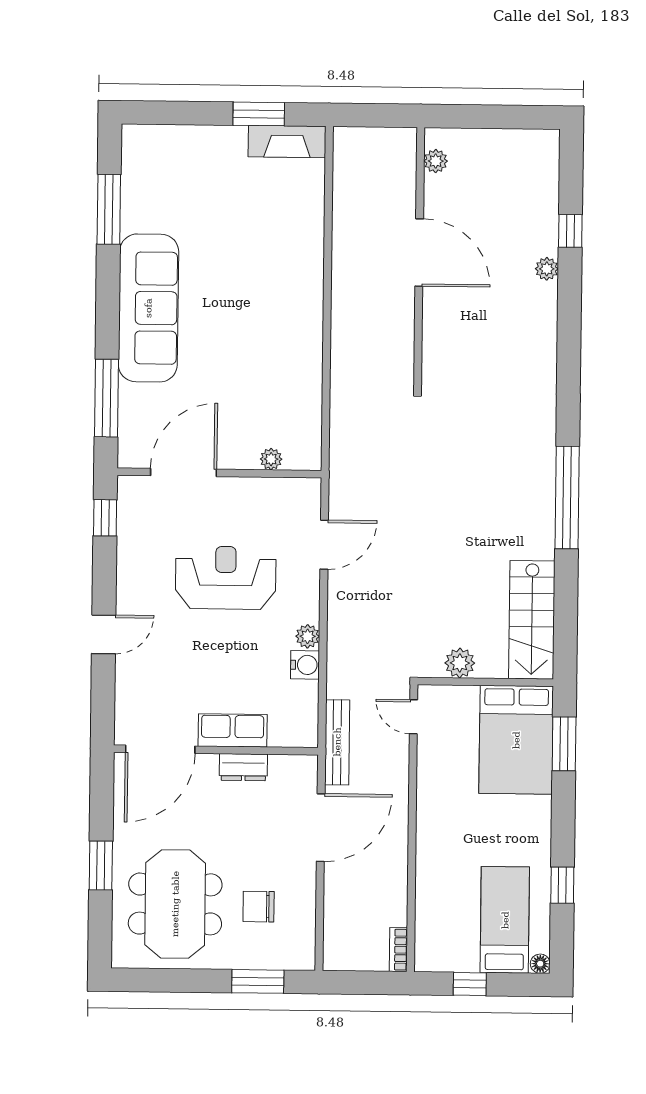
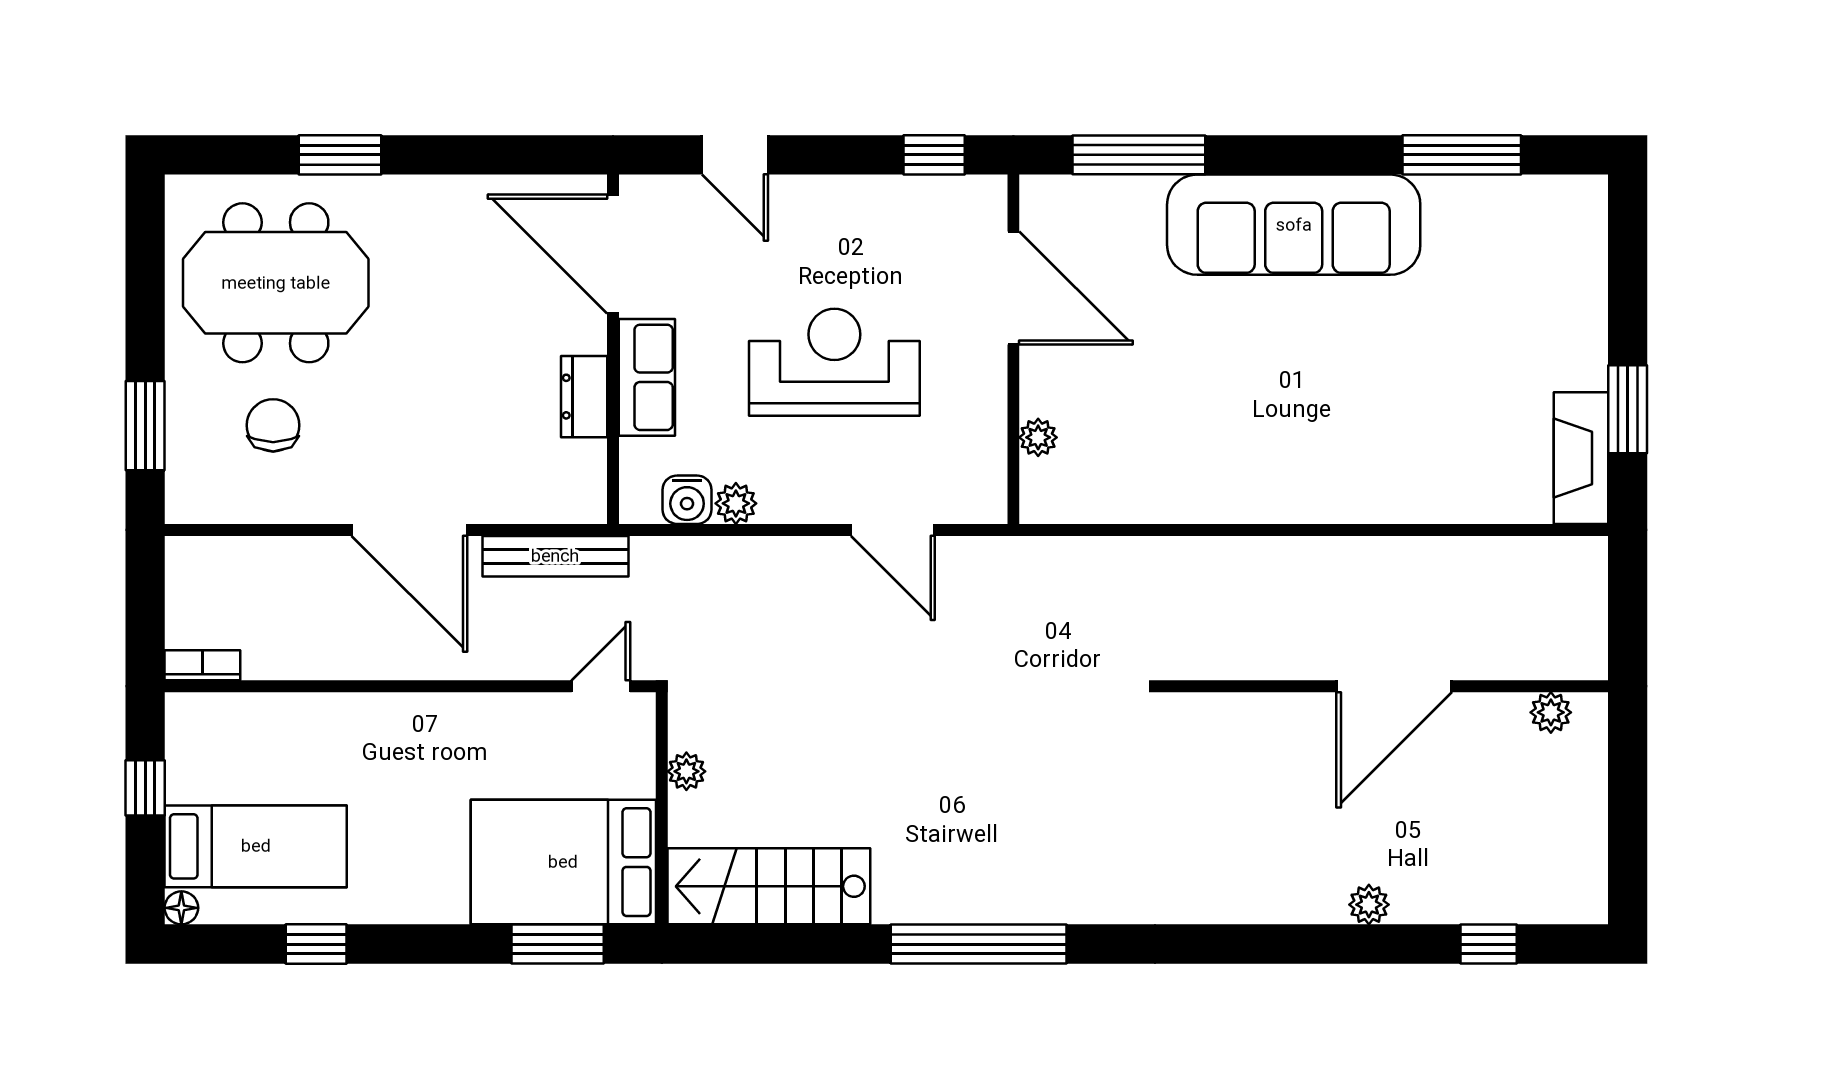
window: (570, 231) -> (1489, 944), moved
reception desk: (226, 578) -> (834, 362), turned -90
plant: (460, 663) -> (686, 771), width x0.73, depth x0.73
row of seats: (233, 730) -> (647, 377), moved
door: (160, 749) -> (613, 254), moved
wall: (216, 750) -> (613, 349), moved
dresser: (243, 767) -> (584, 397), moved

